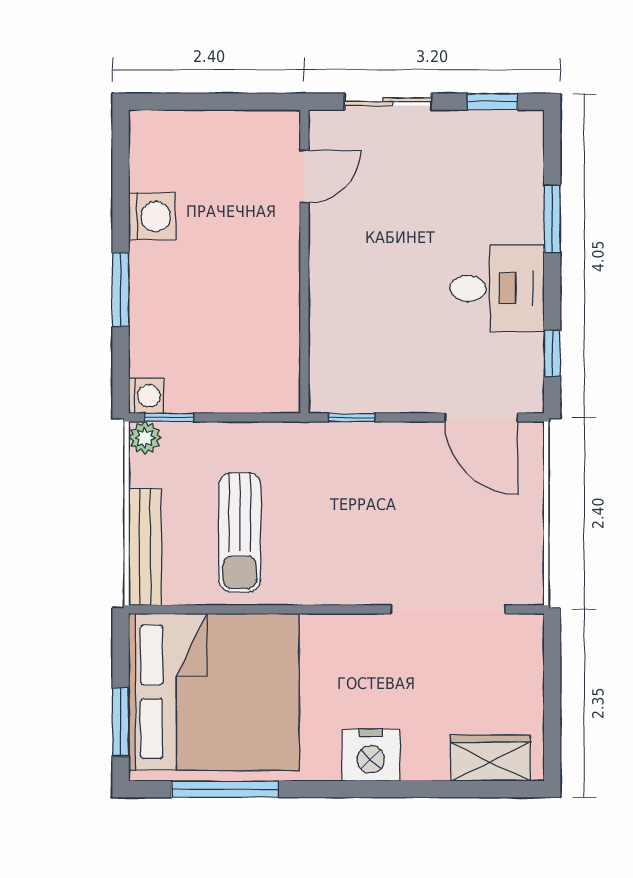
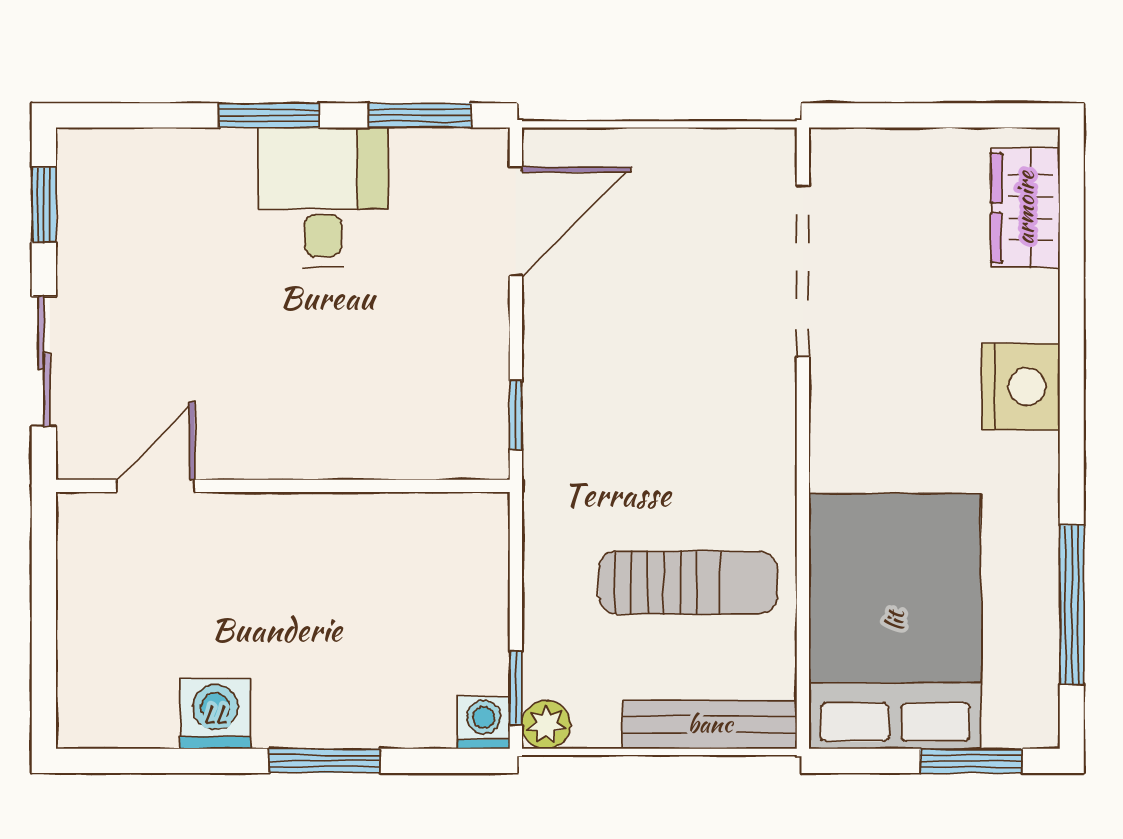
door: (304, 176) -> (156, 486), hinge flipped
window: (552, 219) -> (269, 115), moved
window: (552, 353) -> (420, 115), width x1.50
bed: (214, 692) -> (895, 621), width x0.73

